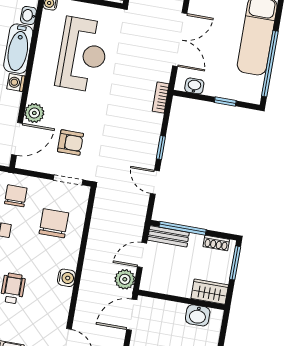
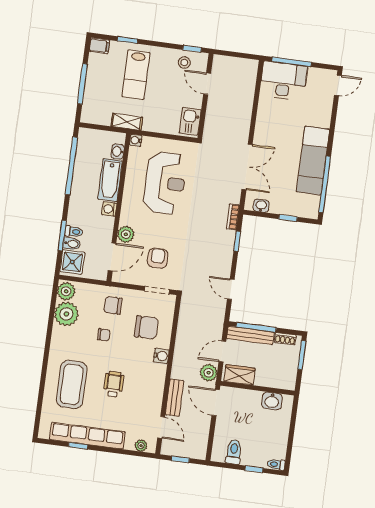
armchair: (70, 142) -> (158, 258), turned -90
window: (161, 148) -> (237, 241), moved
chair: (16, 196) -> (113, 305), turned -90
chair: (54, 223) -> (146, 327), turned 90
bench: (168, 236) -> (250, 335), width x1.36
water cooler: (66, 278) -> (161, 356), moved
wardrobe: (210, 292) -> (239, 375), moved
bench: (84, 307) -> (175, 398), added
door: (132, 315) -> (216, 403), hinge flipped

